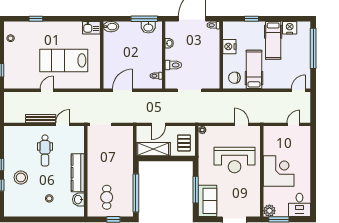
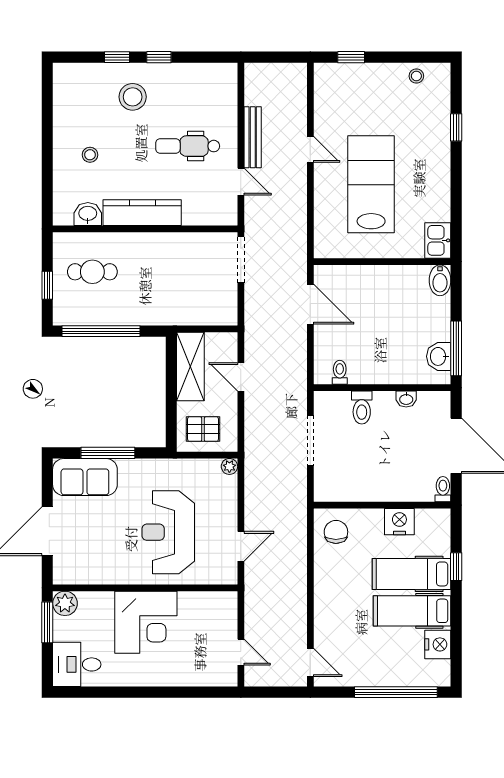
hospital bed: (254, 69) -> (411, 574), moved, turned 180

